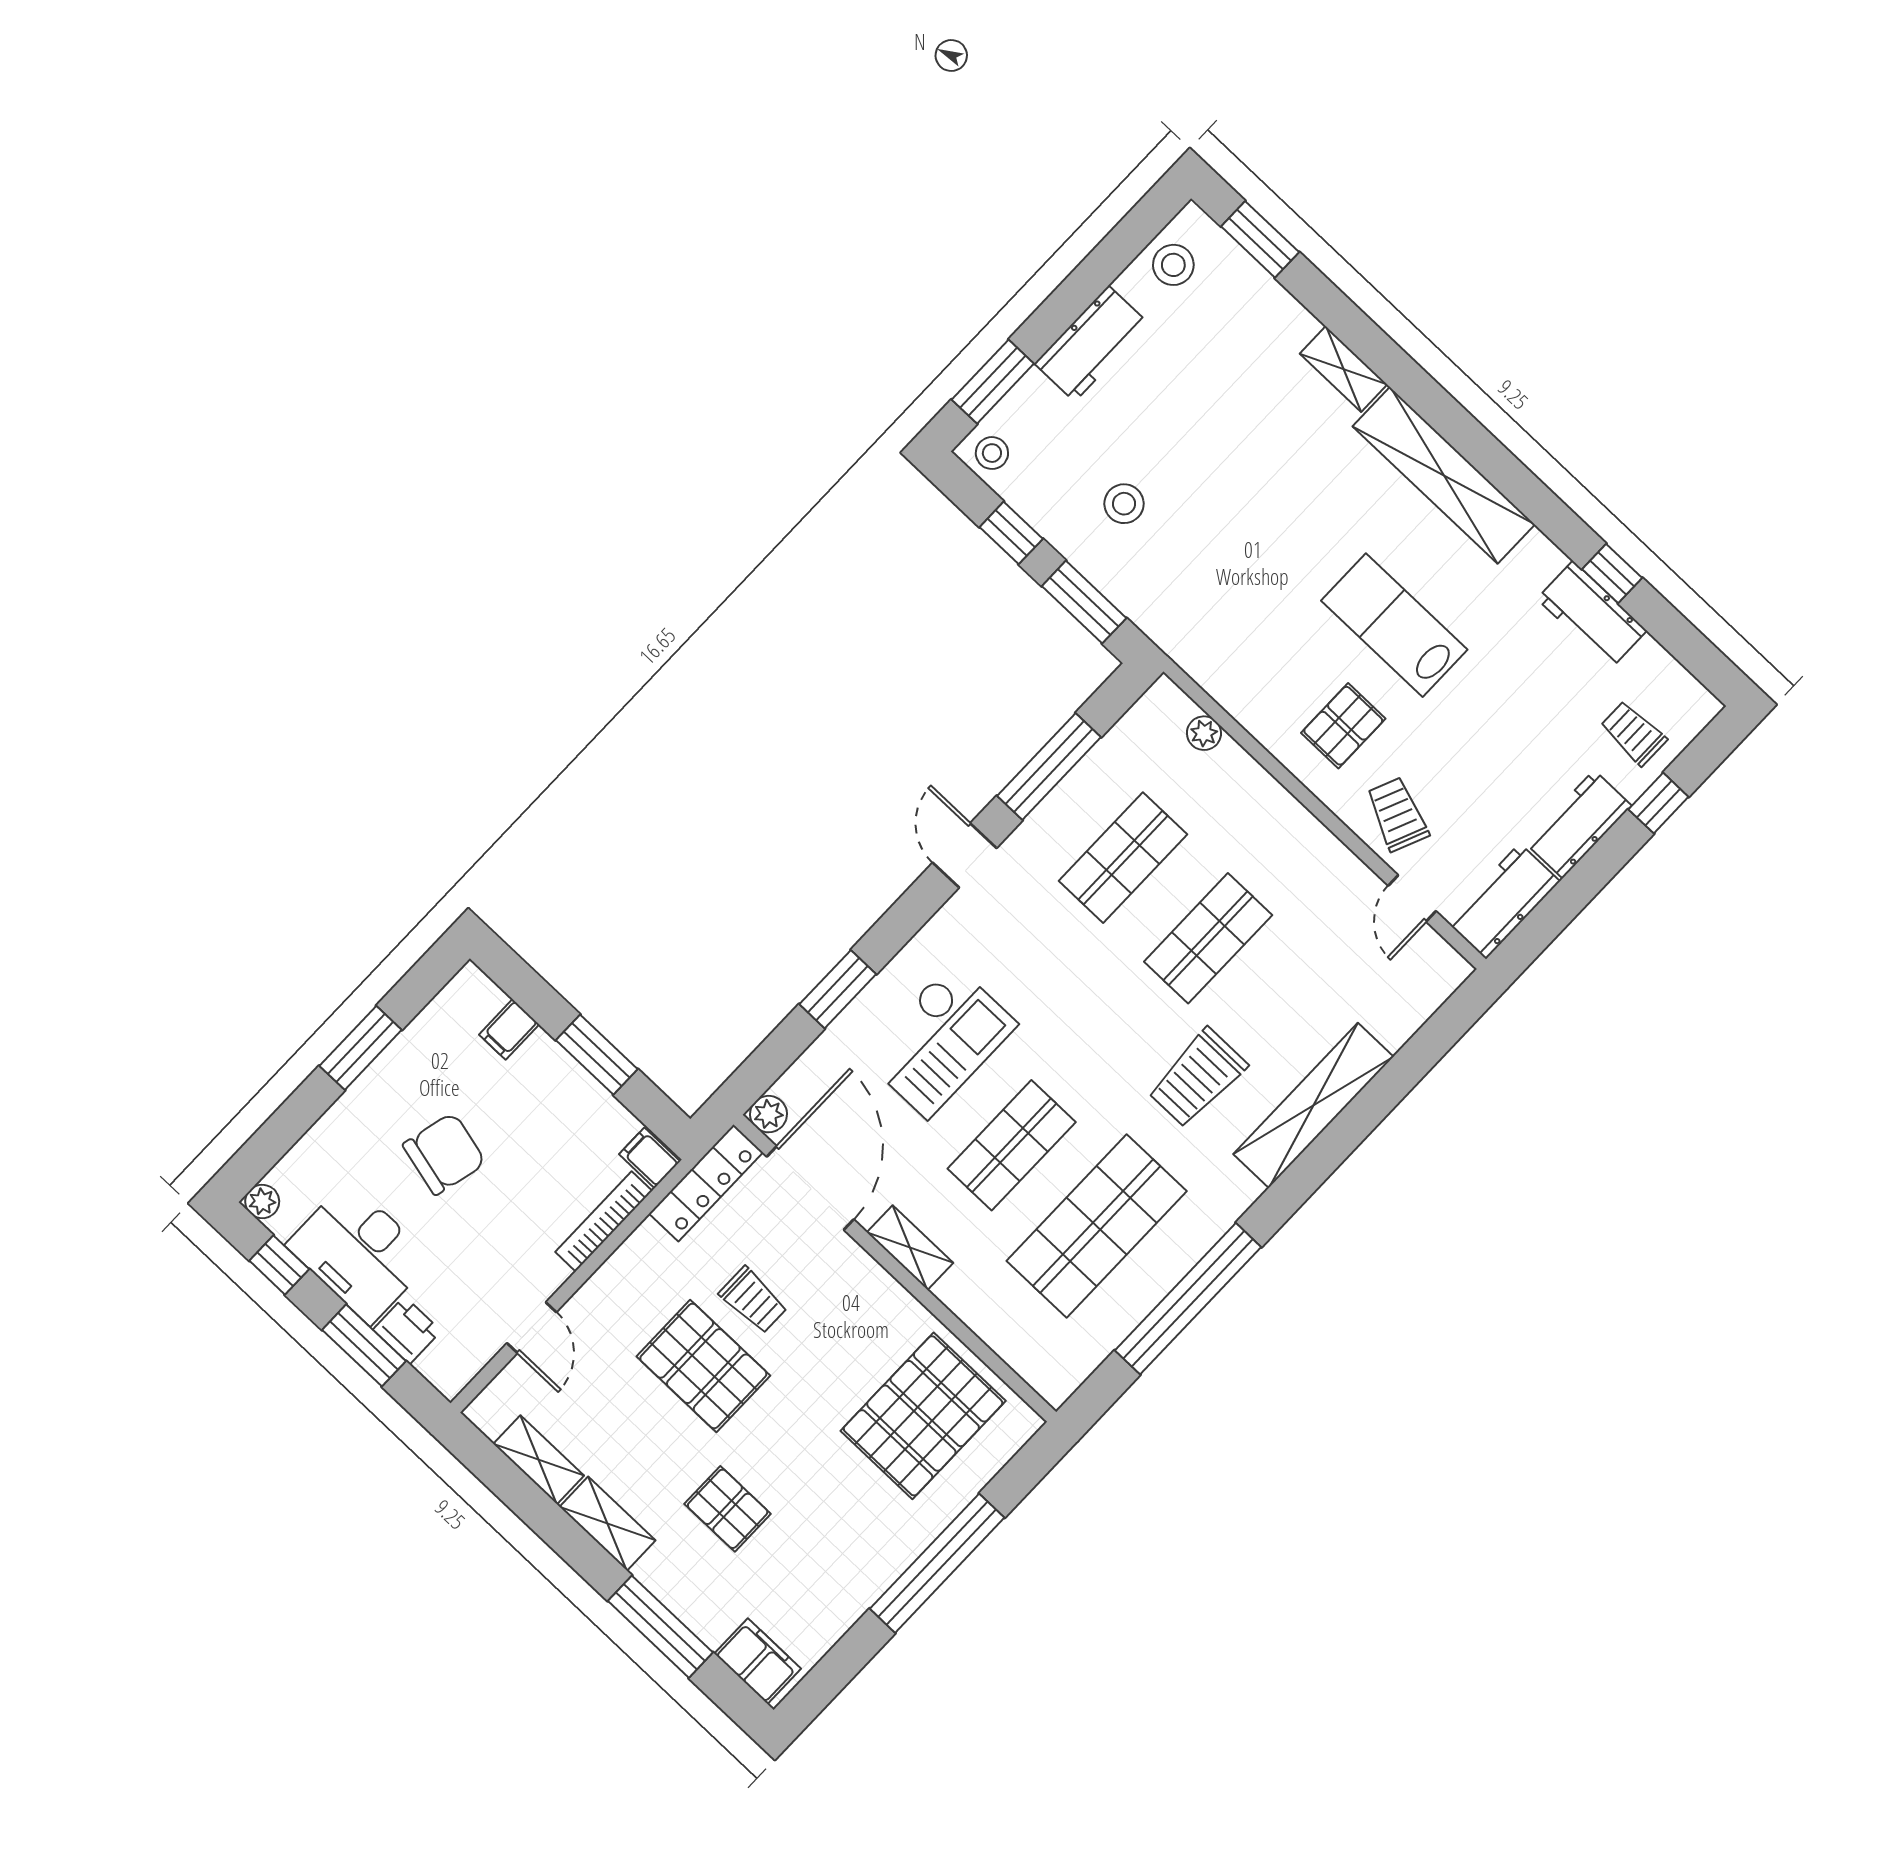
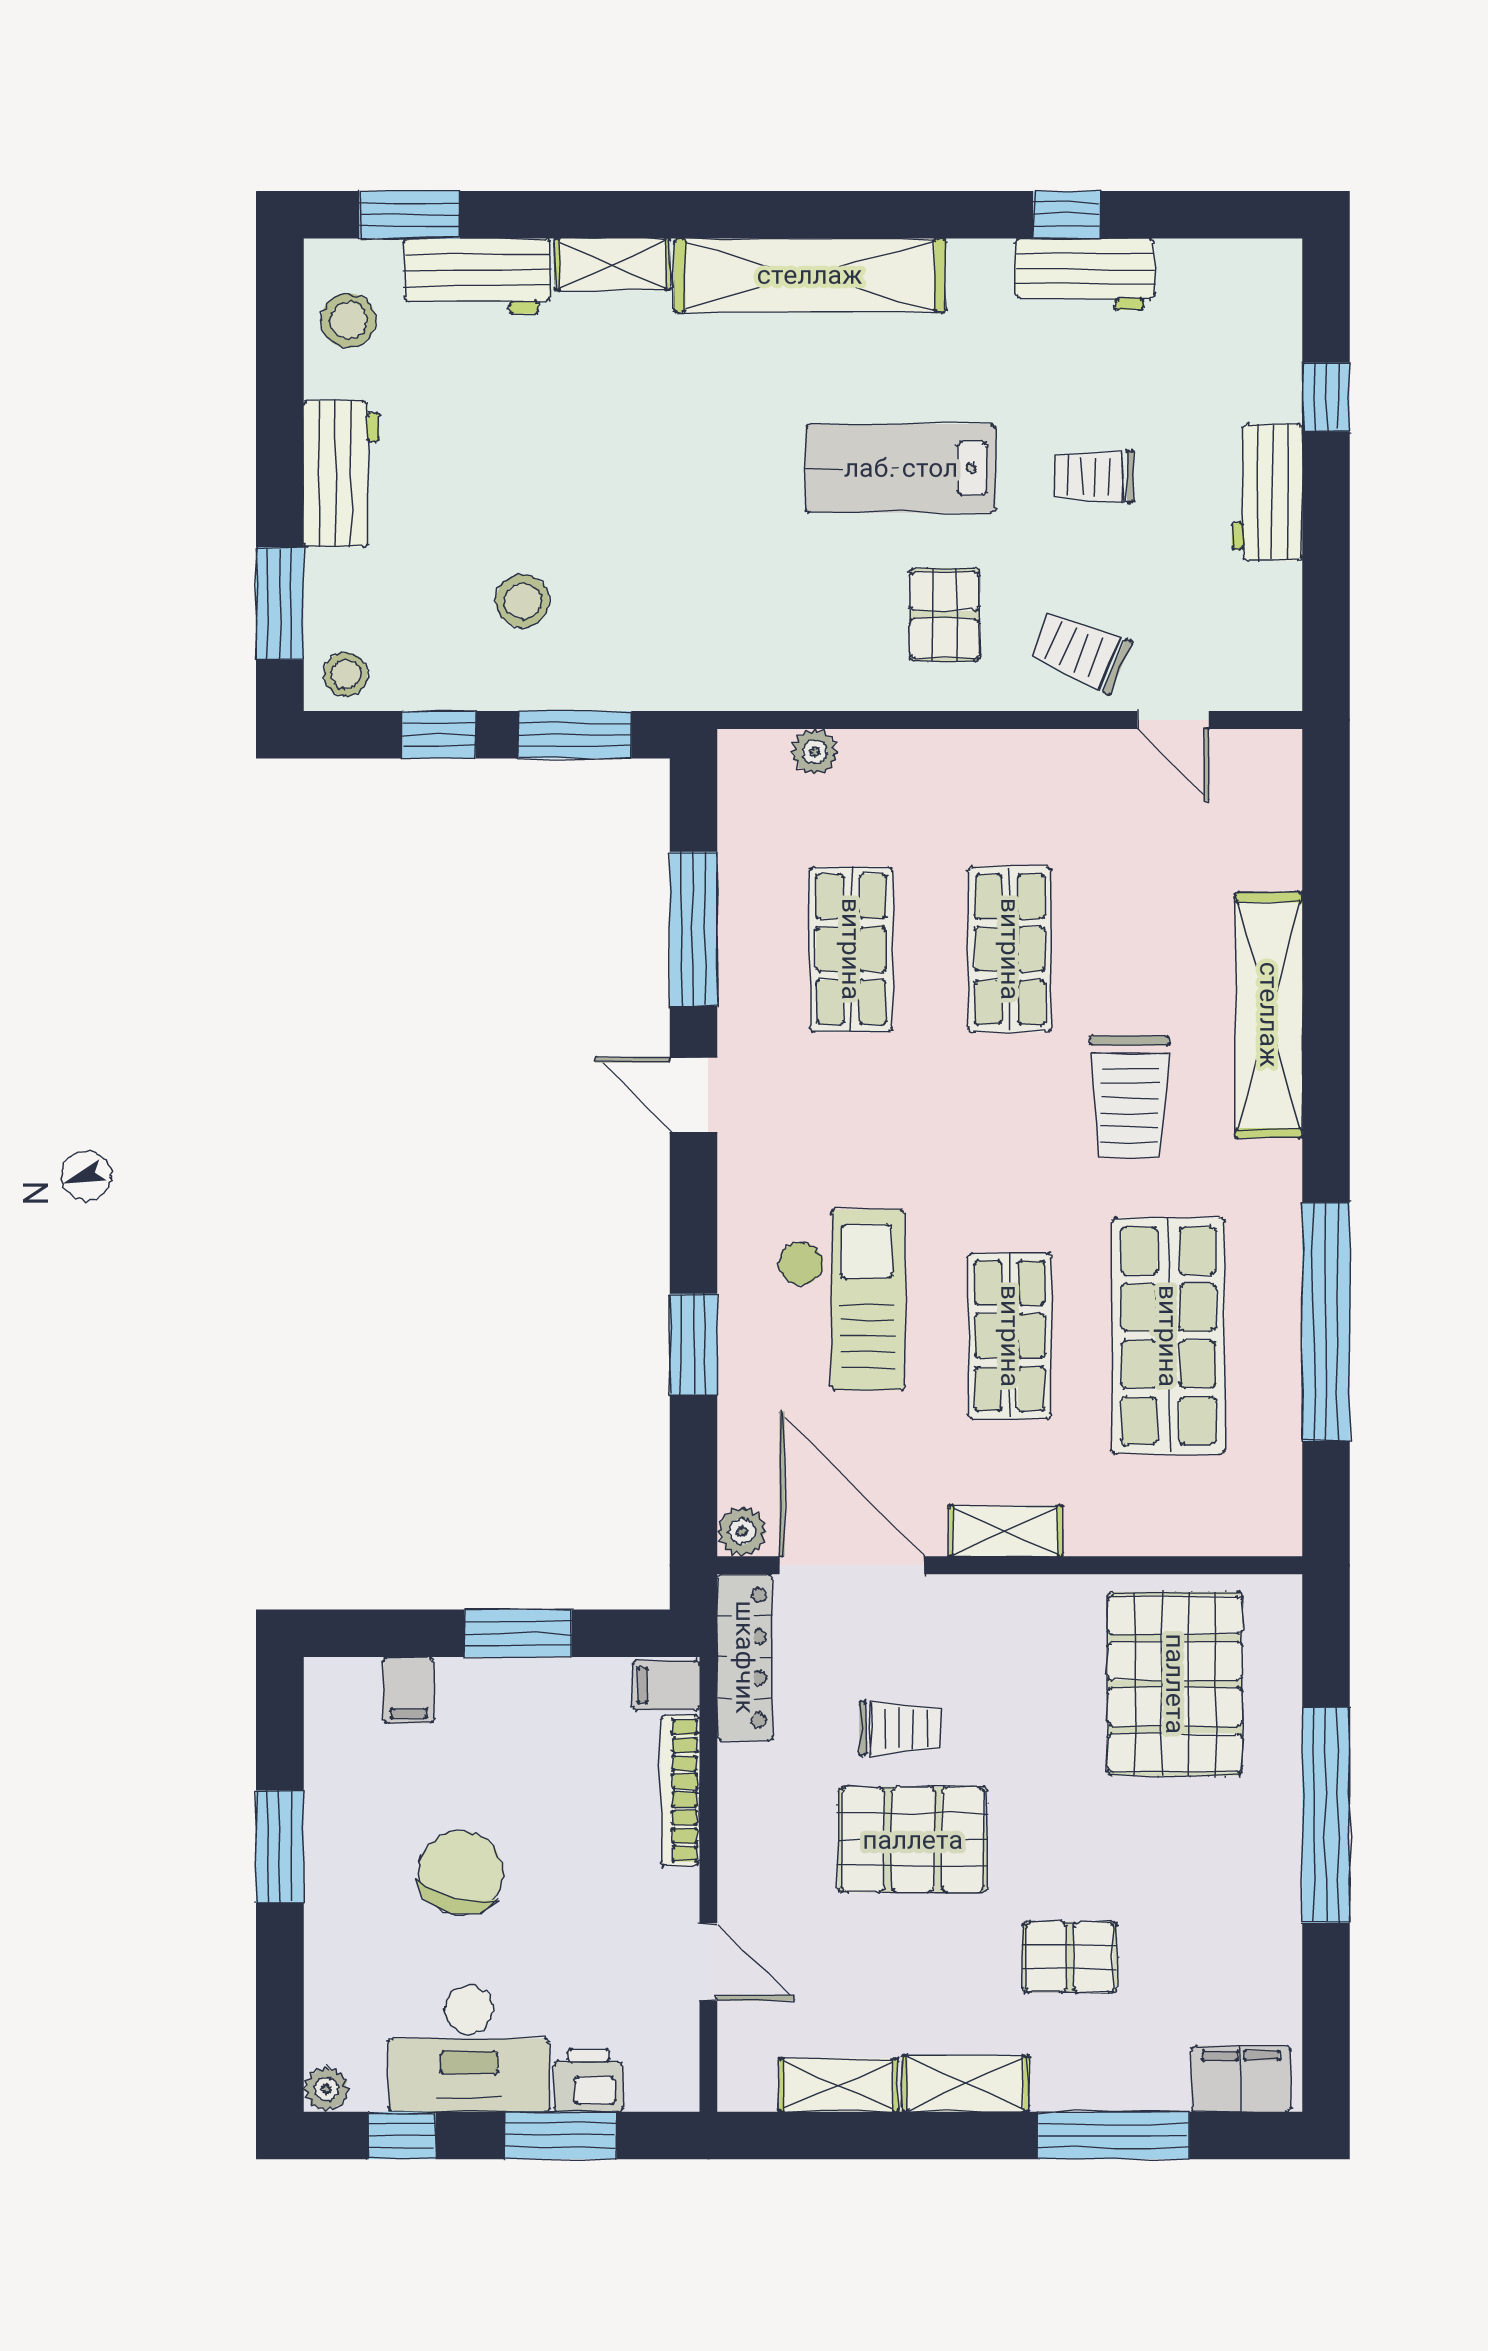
trolley: (1634, 733) -> (1094, 477), moved
workbench: (1503, 901) -> (477, 276), moved, turned -90

